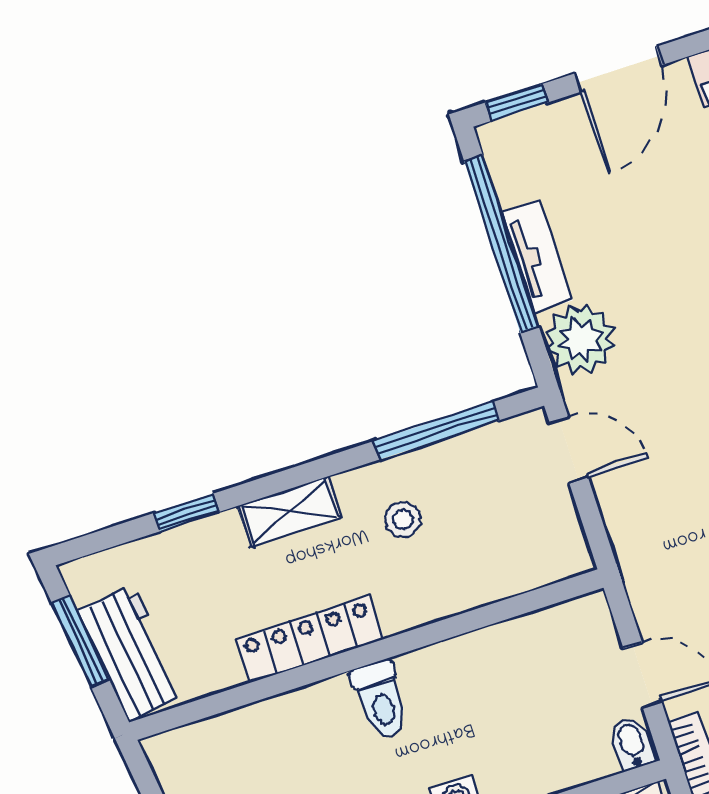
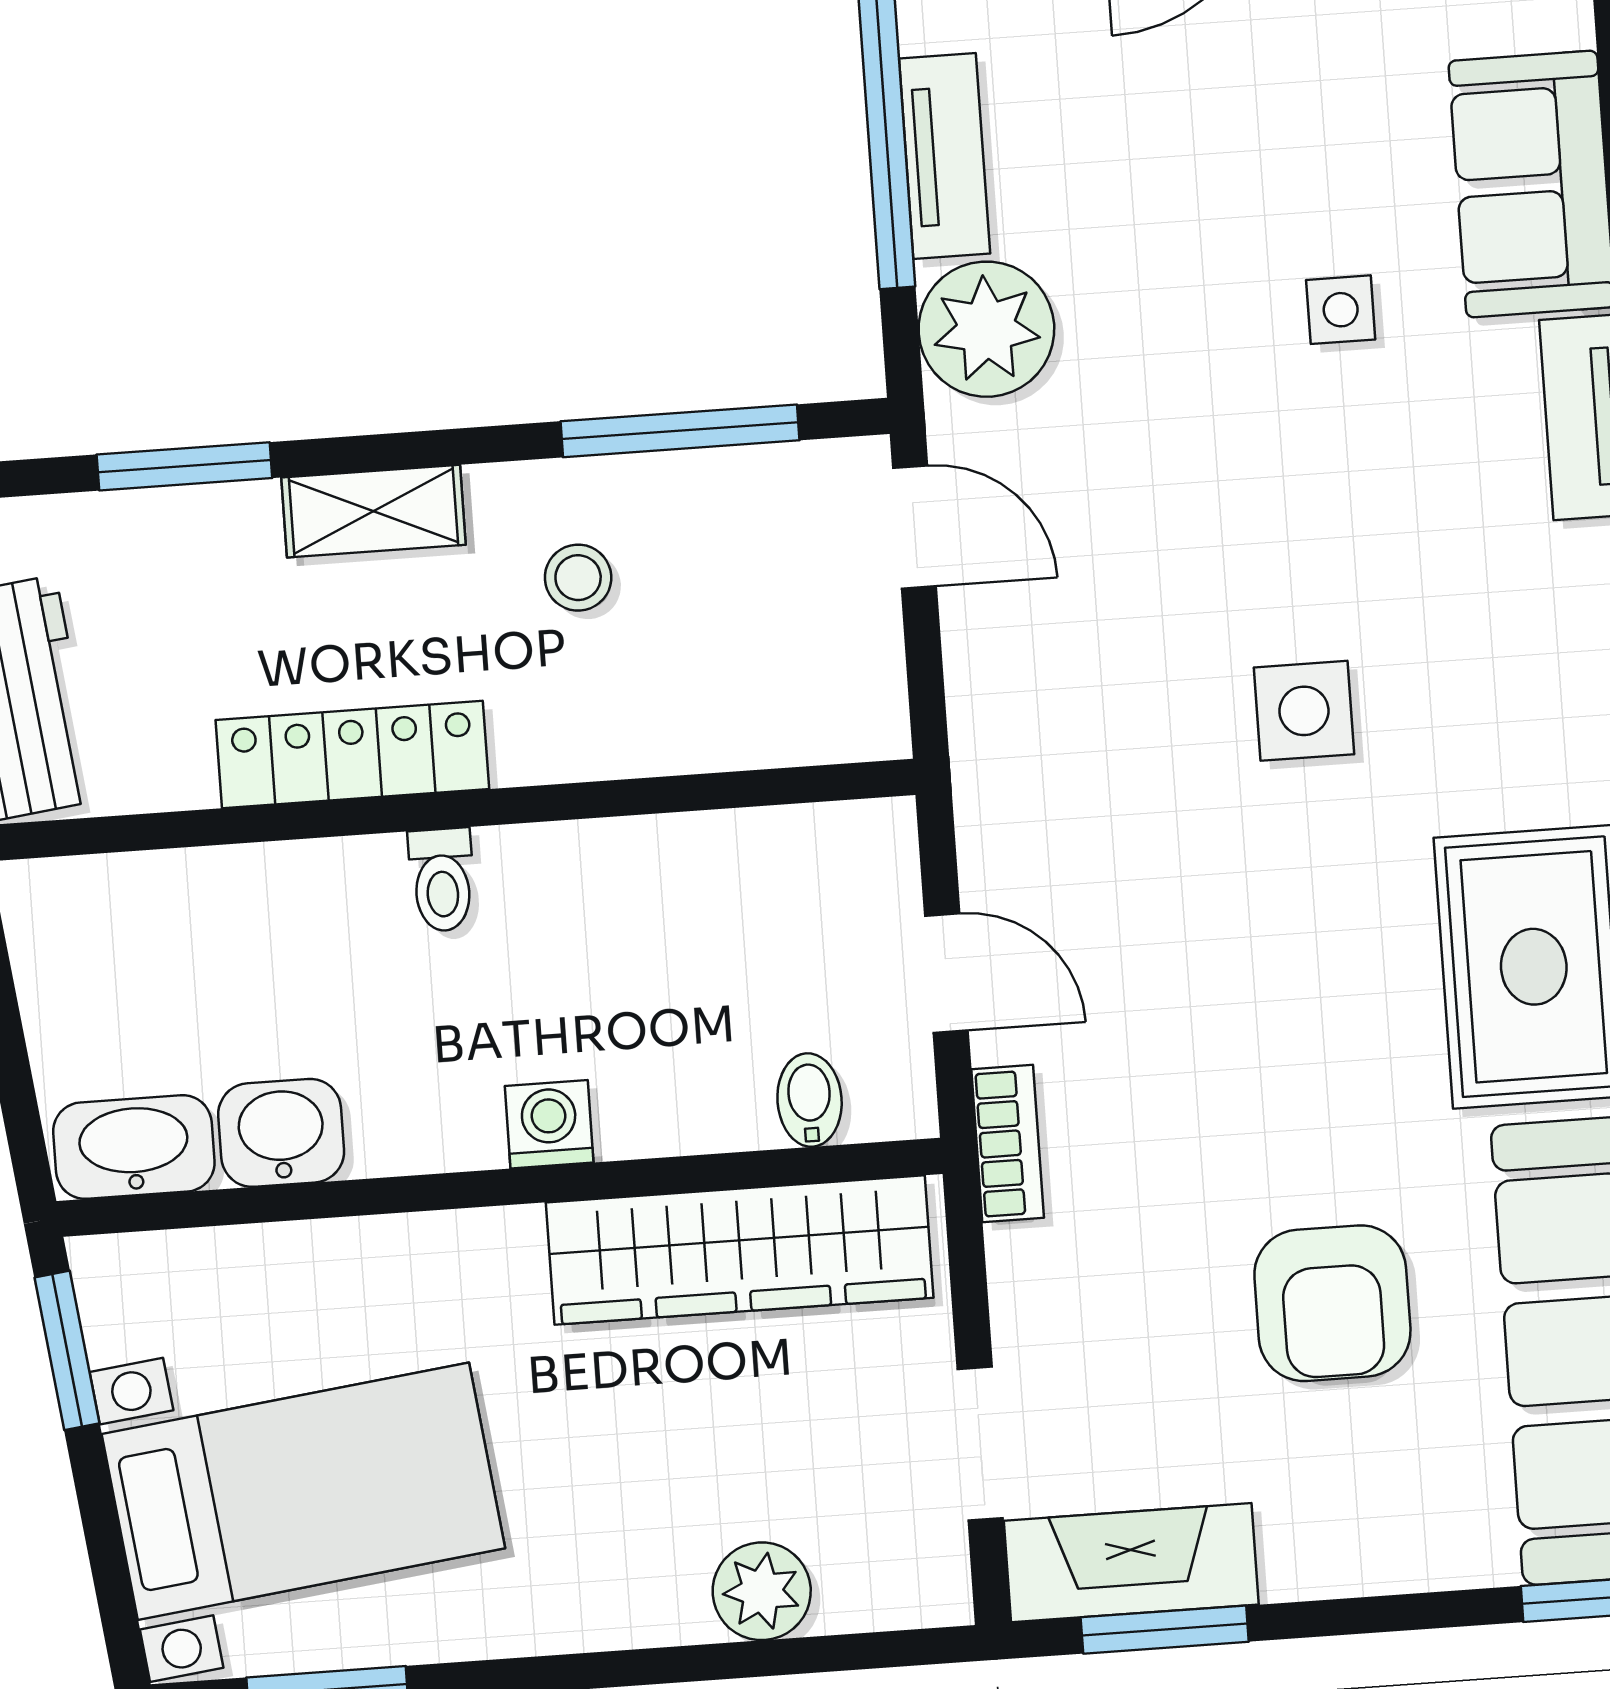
window: (186, 512) -> (184, 466), width x1.50
toilet: (381, 700) -> (442, 880), width x0.73, depth x0.72
bidet: (632, 744) -> (810, 1100), moved

